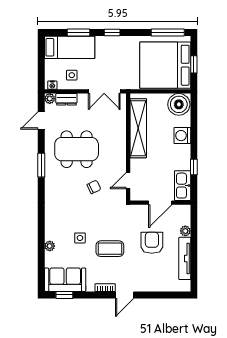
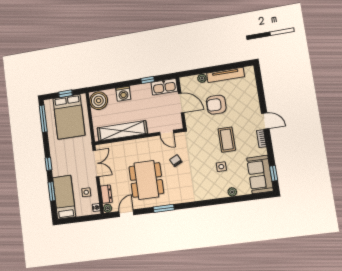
bed: (165, 65) -> (69, 117), width x0.73
door: (41, 120) -> (126, 213), swing flipped

